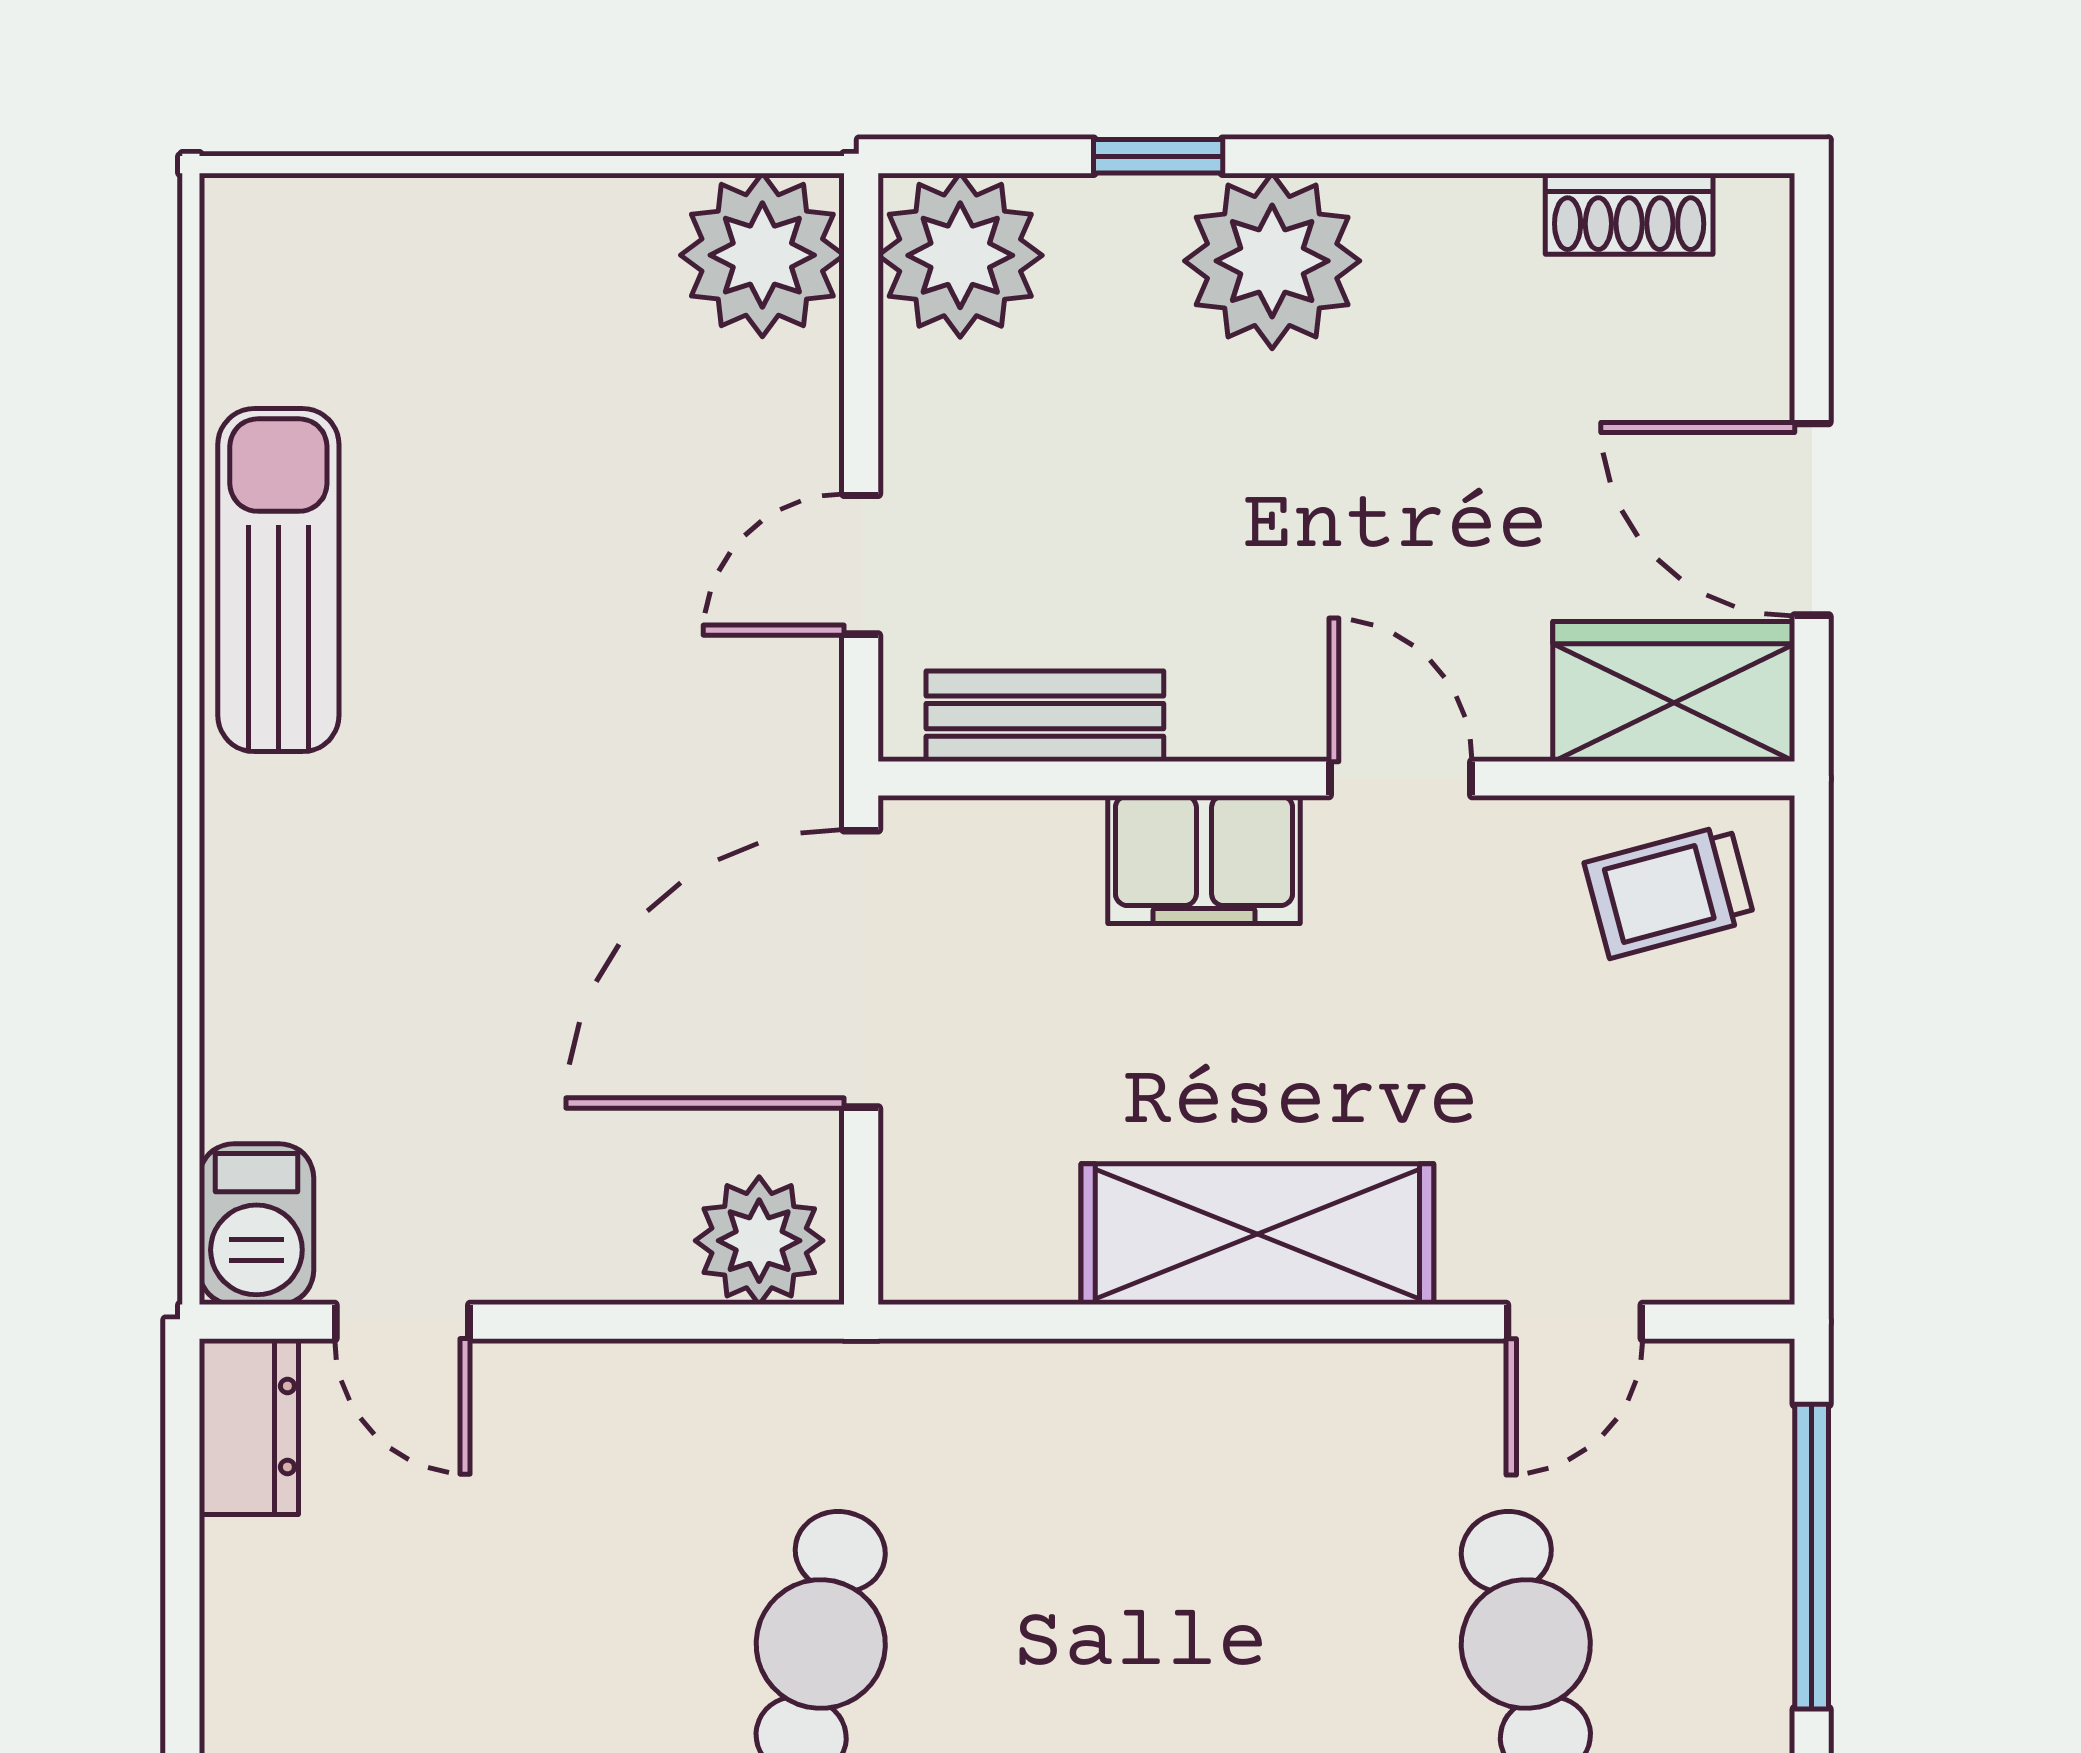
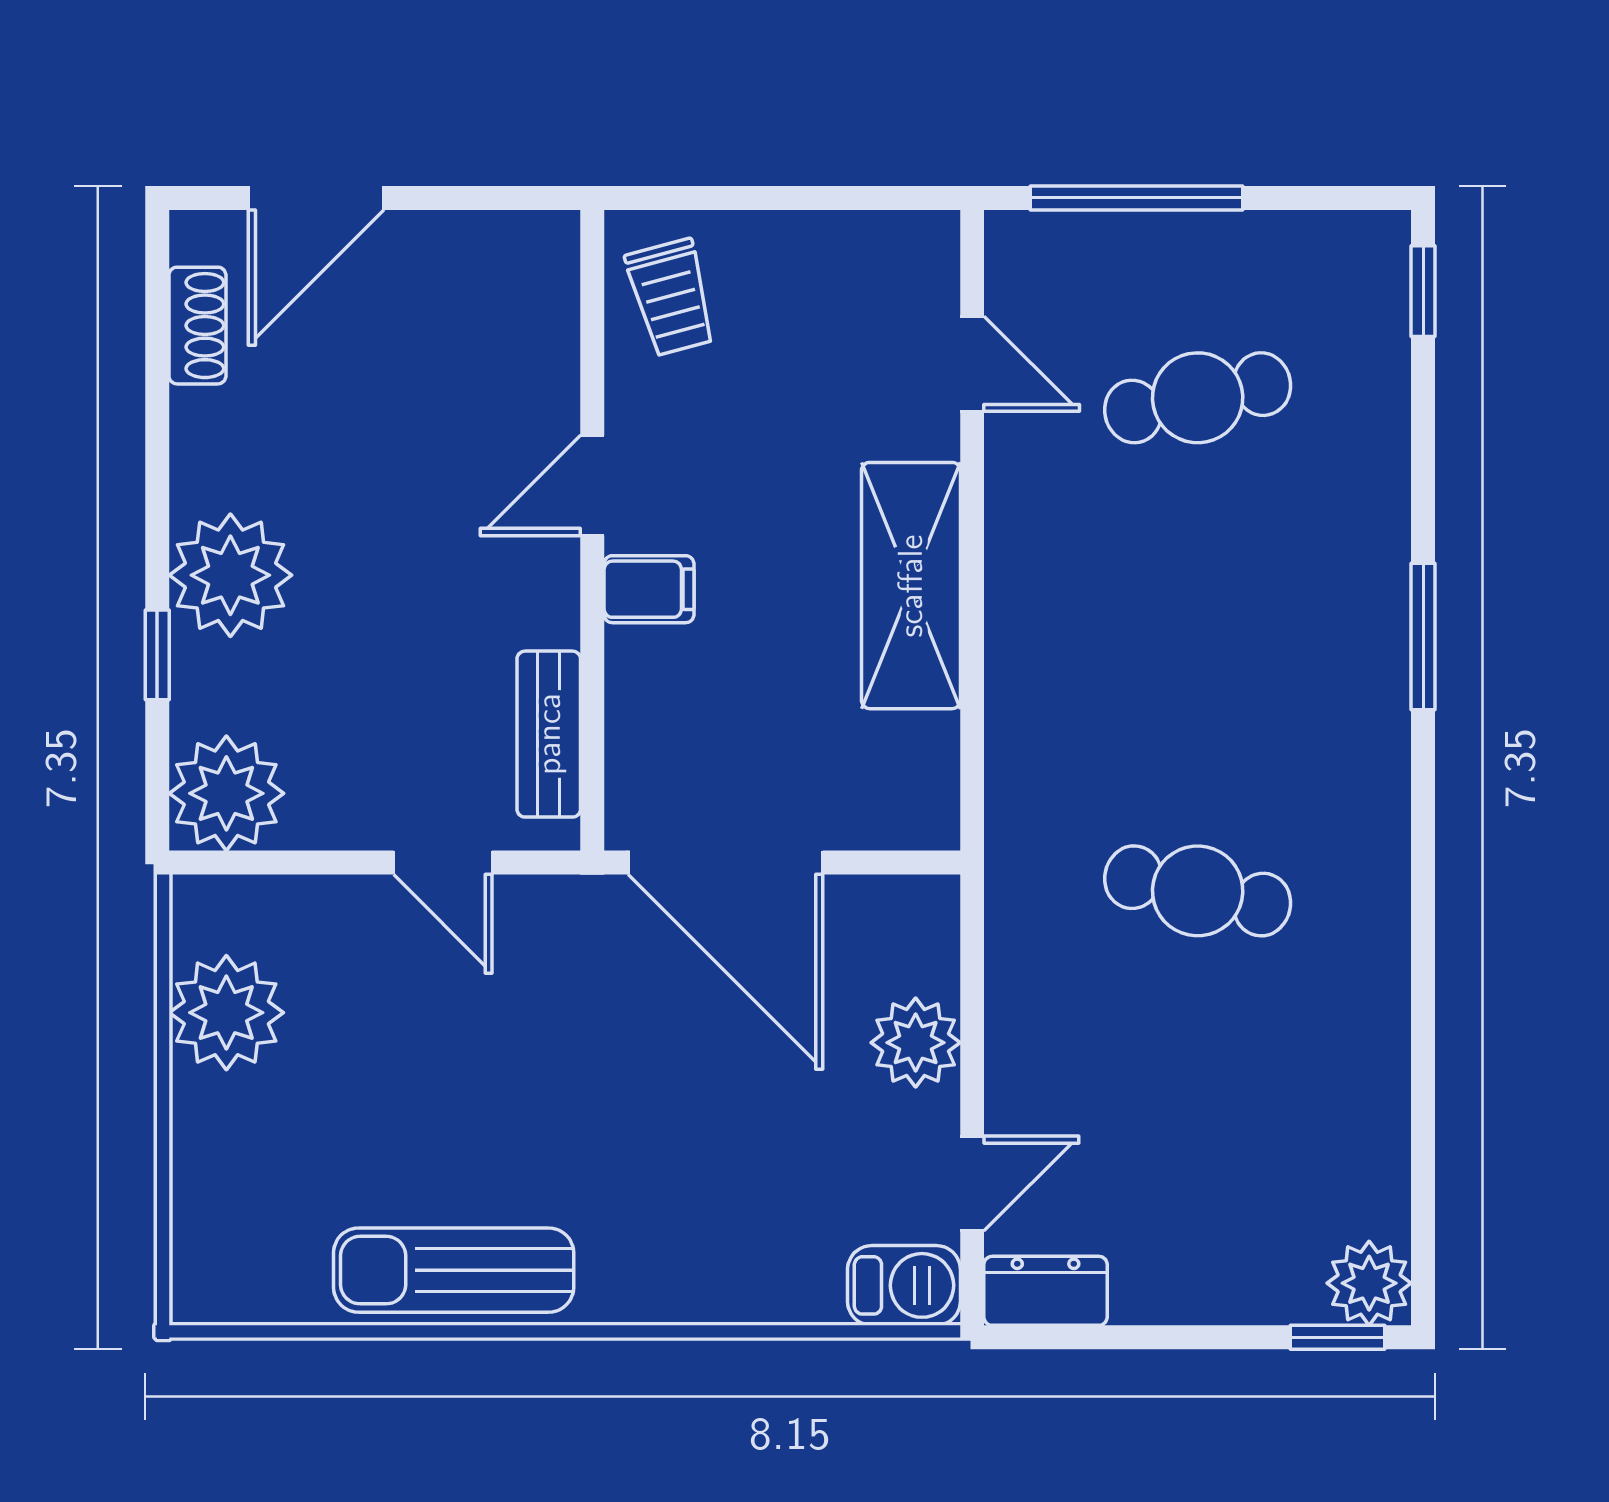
plant: (762, 255) -> (226, 1013), moved
door: (1812, 519) -> (316, 198), moved
wardrobe: (1674, 691) -> (531, 294), removed
filing cabinet: (1204, 860) -> (649, 589), width x0.50
plant: (759, 1241) -> (916, 1043), moved

